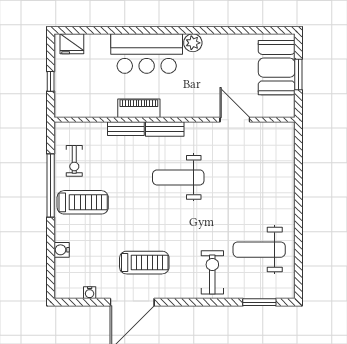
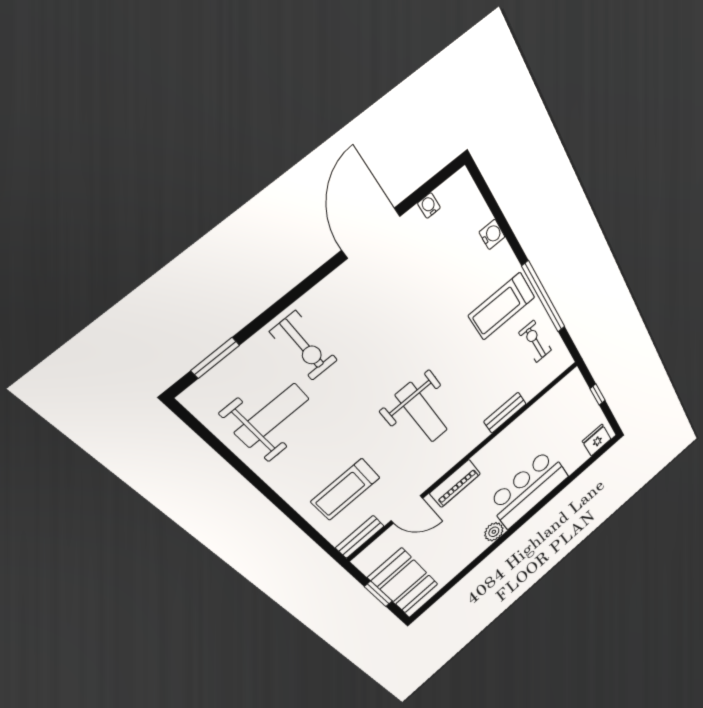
piano: (139, 108) -> (455, 484), moved
bench: (165, 129) -> (360, 537), moved
weight bench: (178, 177) -> (422, 413), turned 90
treadmill: (144, 263) -> (346, 489), moved

